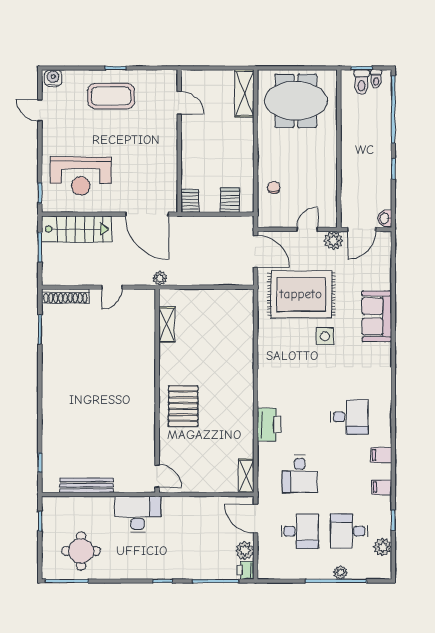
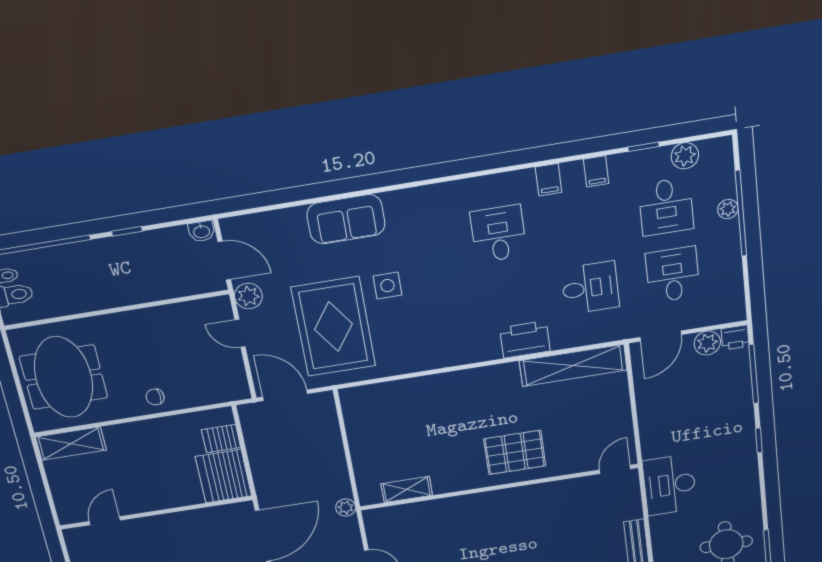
chair: (274, 187) -> (155, 397), moved
server rack: (190, 201) -> (224, 476), width x2.18, depth x1.44
door: (256, 251) -> (285, 395), hinge flipped
shelving: (246, 476) -> (573, 365), width x2.20, depth x1.33

